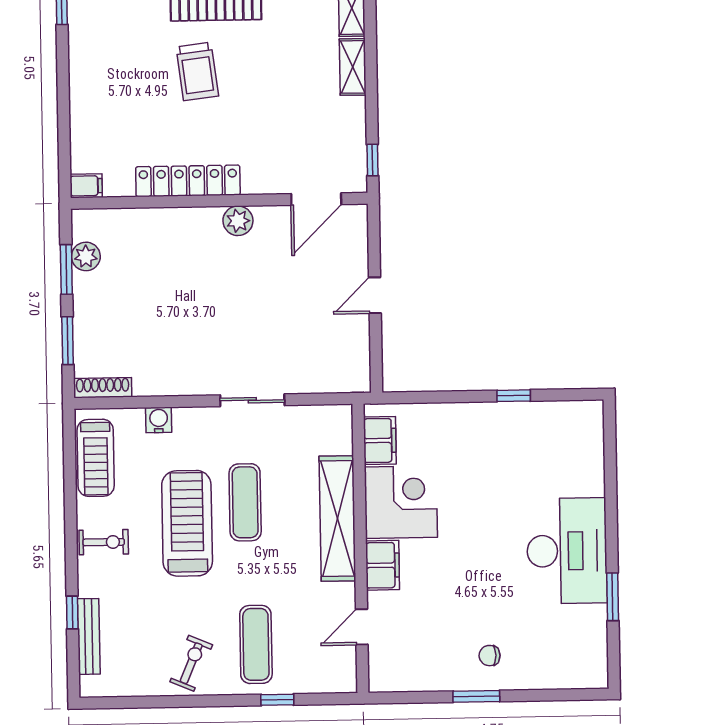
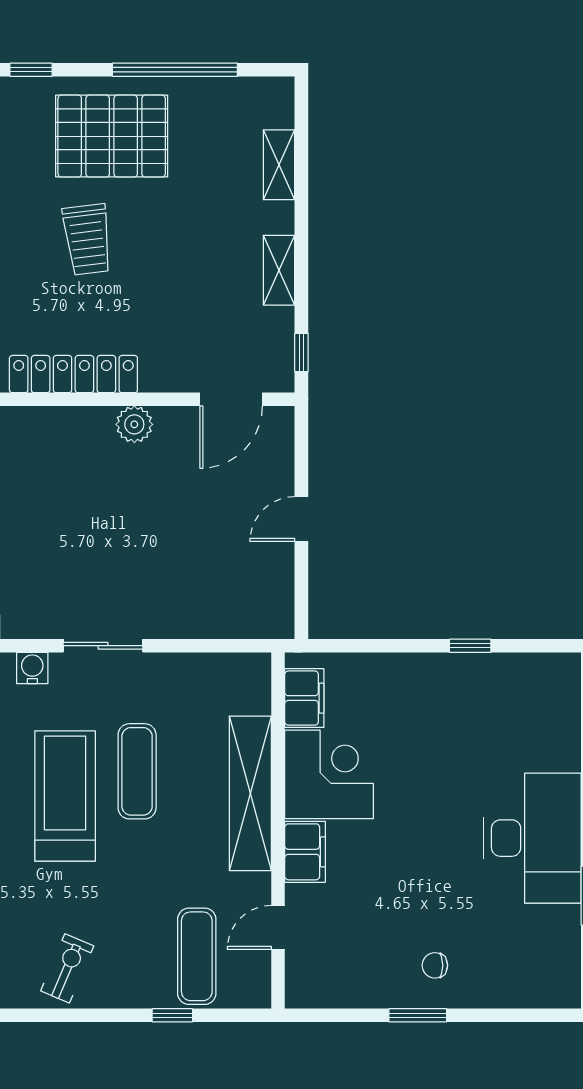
shelving: (353, 67) -> (279, 270), moved
sliding door: (252, 400) -> (103, 646), moved
exercise mat: (256, 644) -> (197, 956), moved

